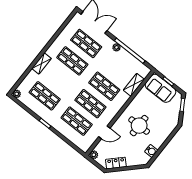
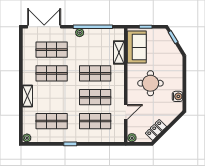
sofa: (161, 88) -> (137, 47), moved, turned -90

